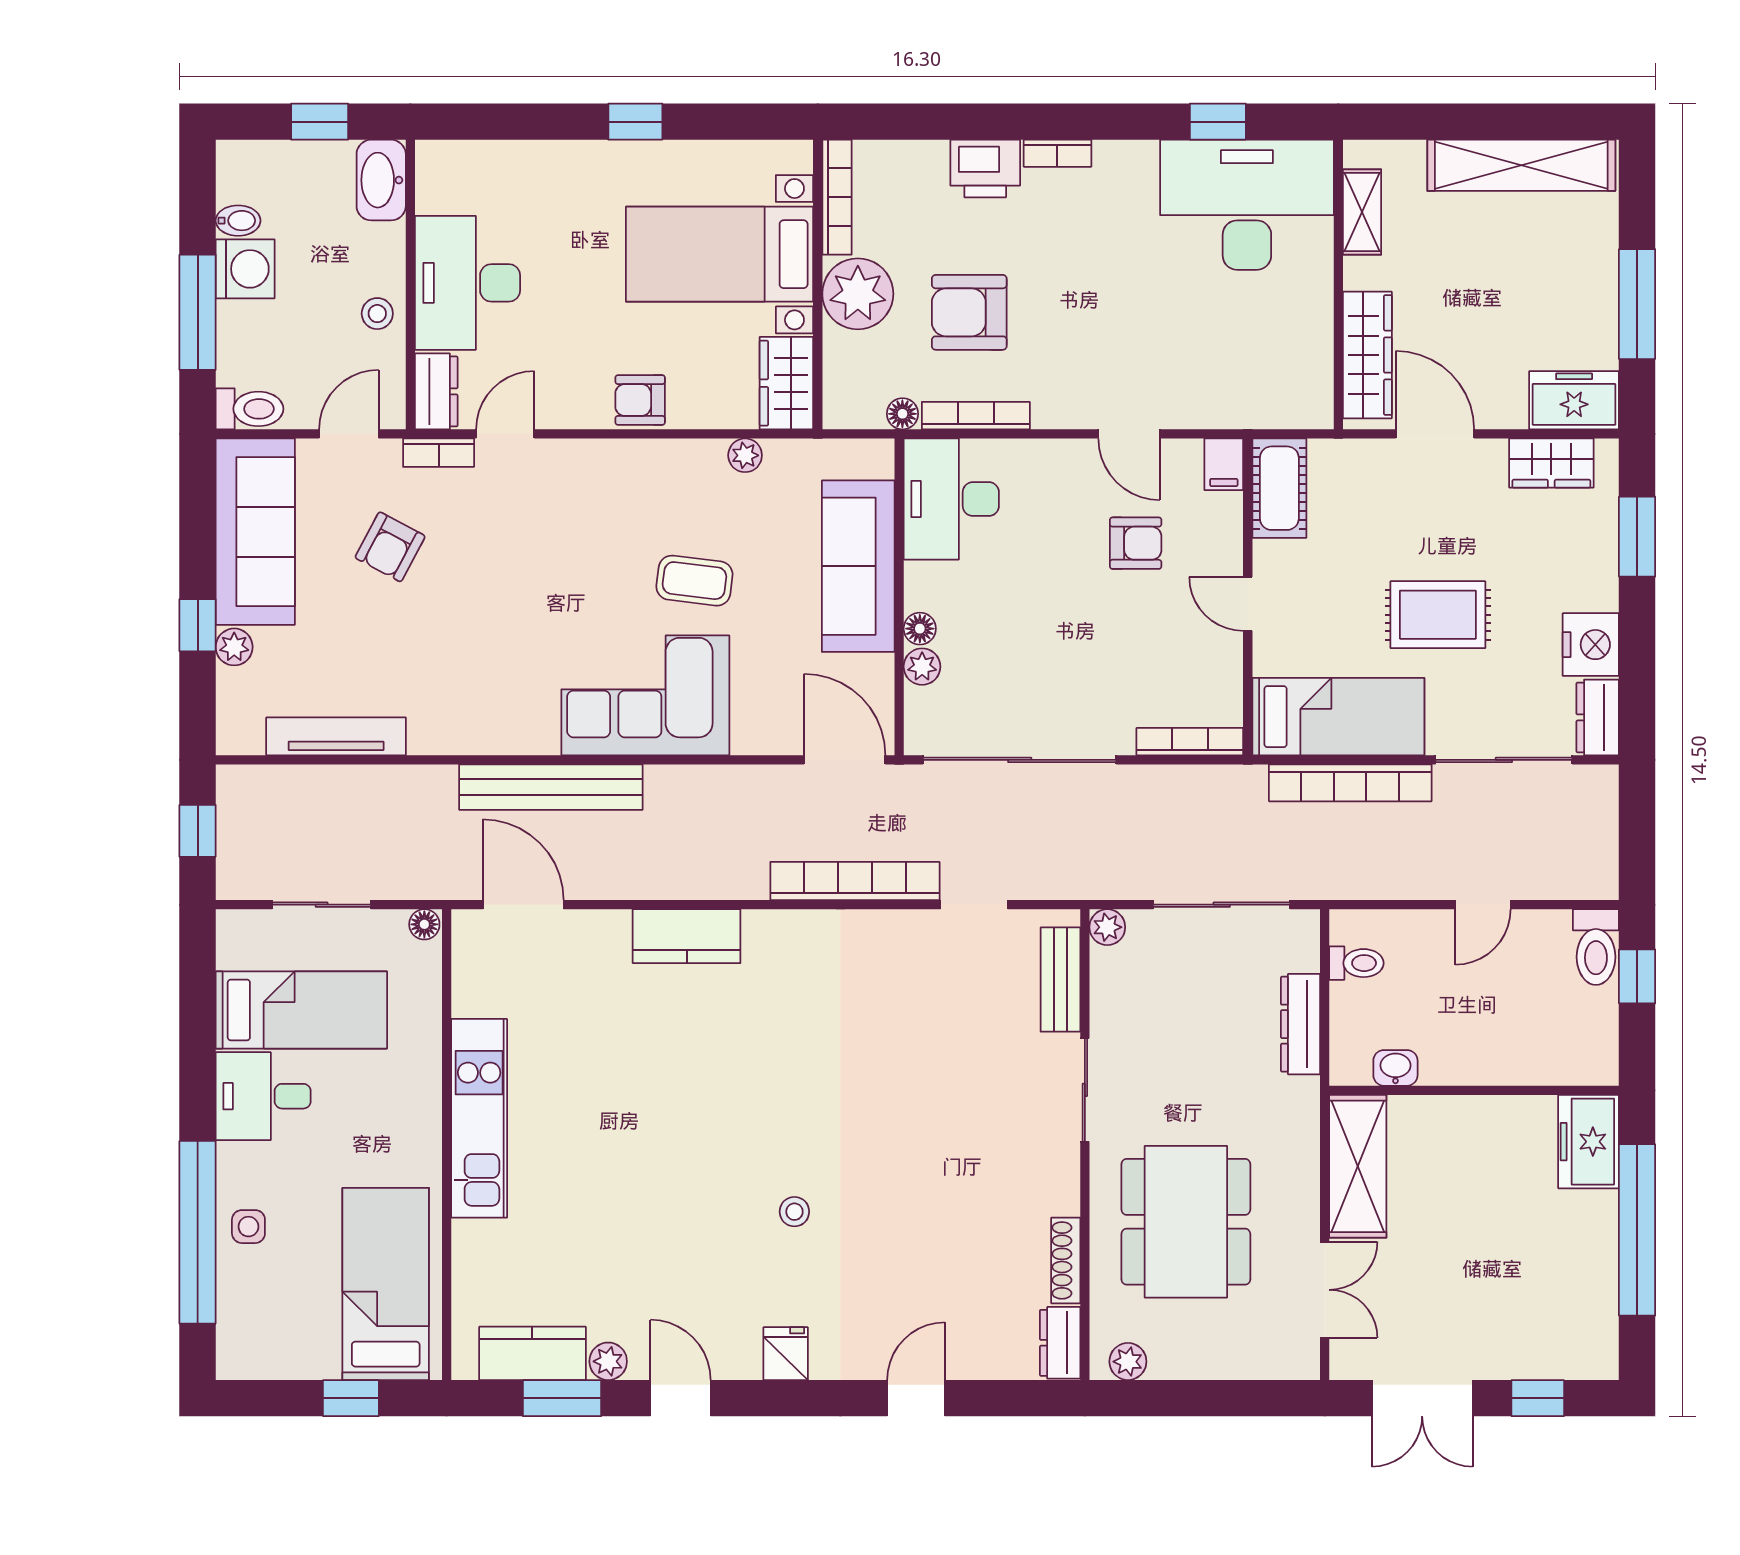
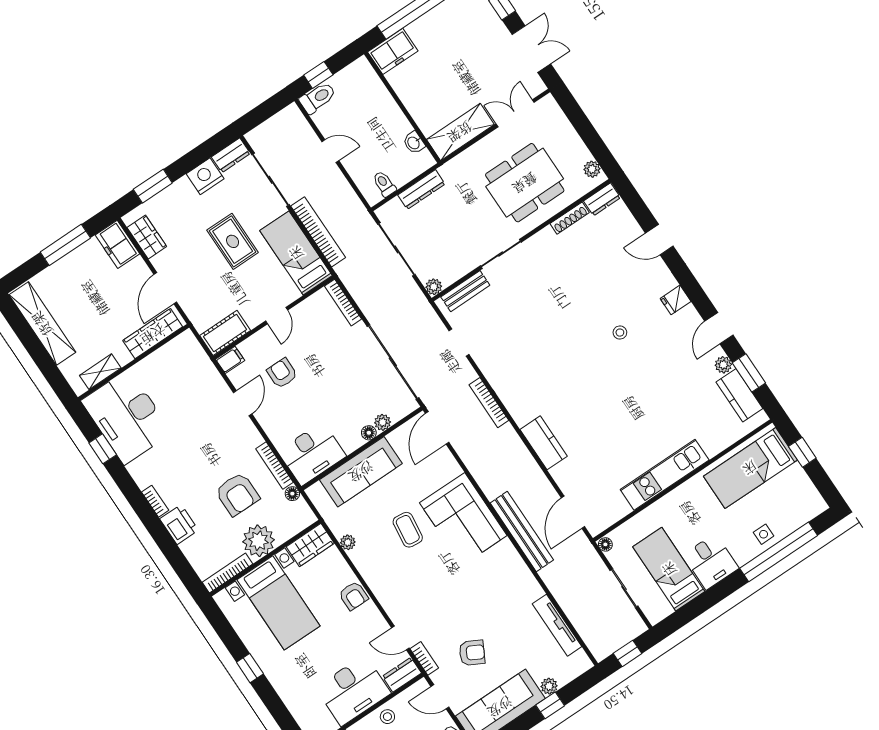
bookcase: (855, 881) -> (489, 403), width x0.68, depth x0.76

